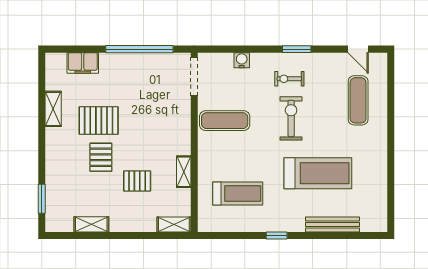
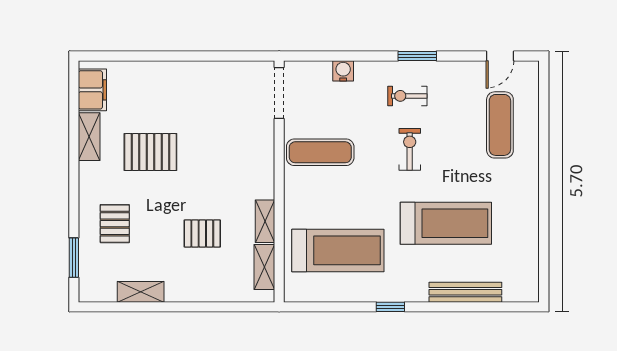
window: (139, 49) -> (205, 56), removed
door: (358, 49) -> (500, 56), hinge flipped
filing cabinet: (83, 63) -> (92, 90), moved, turned -90
exercise bike: (291, 118) -> (410, 149), width x0.73, depth x0.72
pallet: (101, 157) -> (115, 224), moved
treadmill: (238, 193) -> (338, 250), width x1.37, depth x1.38
shelving: (174, 224) -> (264, 267), moved, turned 90

